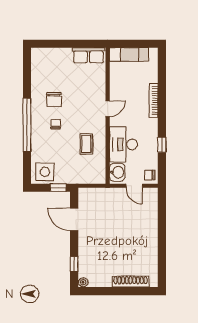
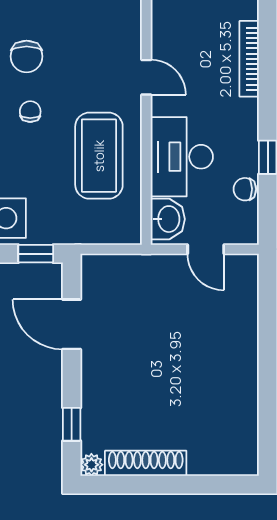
door: (108, 109) -> (146, 77), hinge flipped
coffee table: (86, 144) -> (99, 156), width x1.86, depth x1.72
chair: (150, 175) -> (245, 189), moved
shoe rack: (131, 282) -> (146, 463), moved

